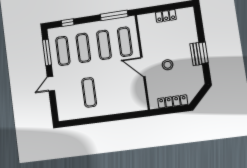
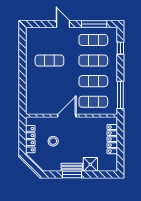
locker: (166, 16) -> (112, 139), width x1.53
shower: (190, 35) -> (90, 164), added
stool: (168, 65) -> (53, 141), moved

